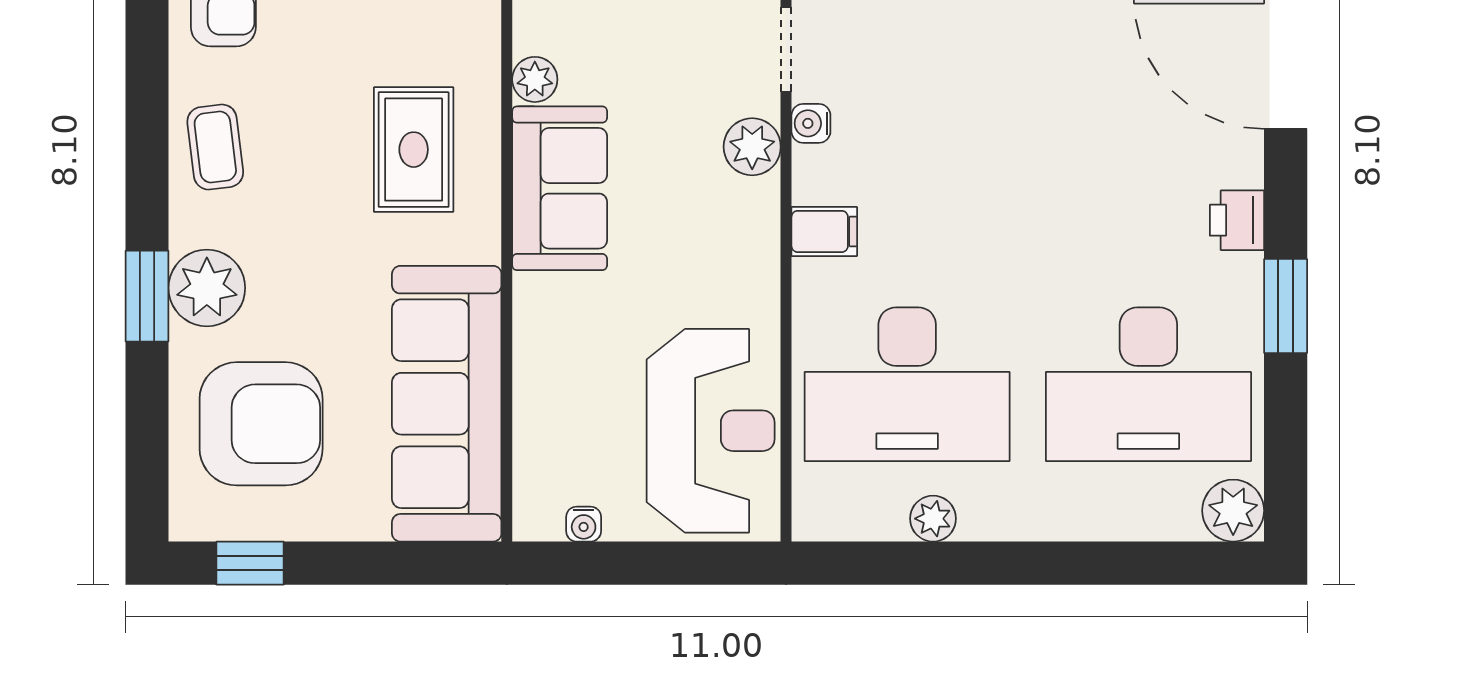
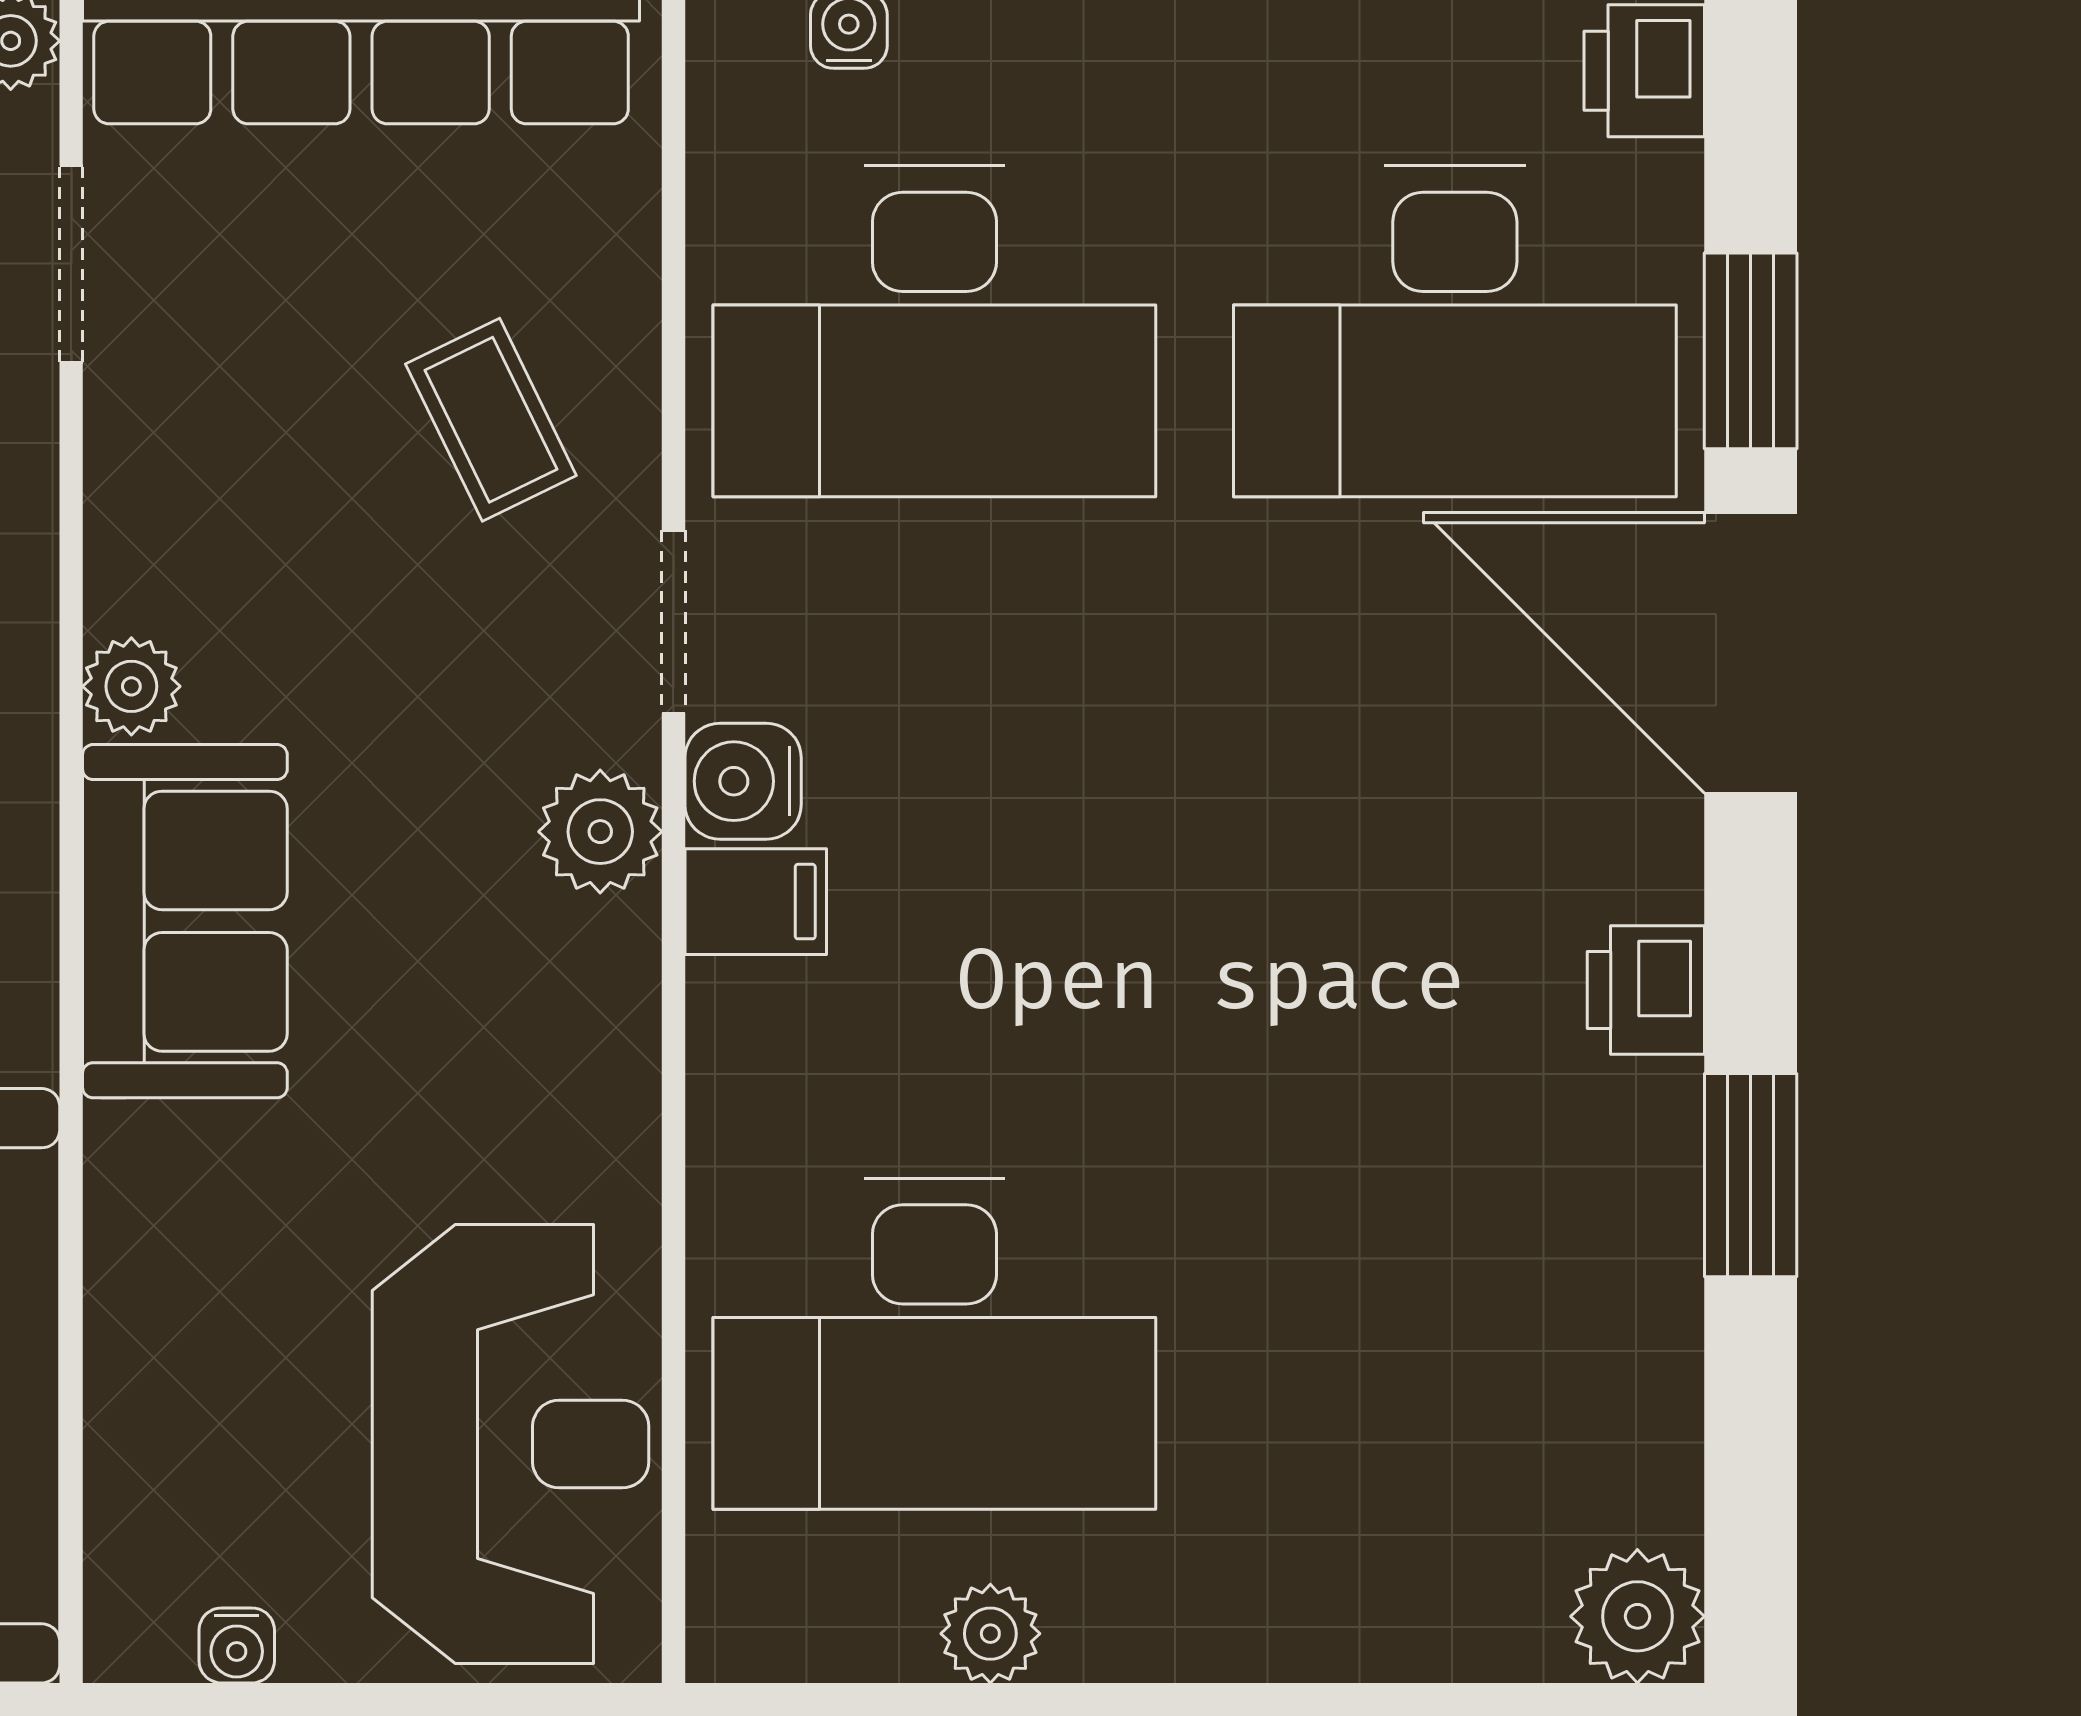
water cooler: (811, 123) -> (743, 781), width x1.38, depth x1.38
filing cabinet: (824, 231) -> (756, 902), moved
desk: (1148, 384) -> (1455, 1344), removed

